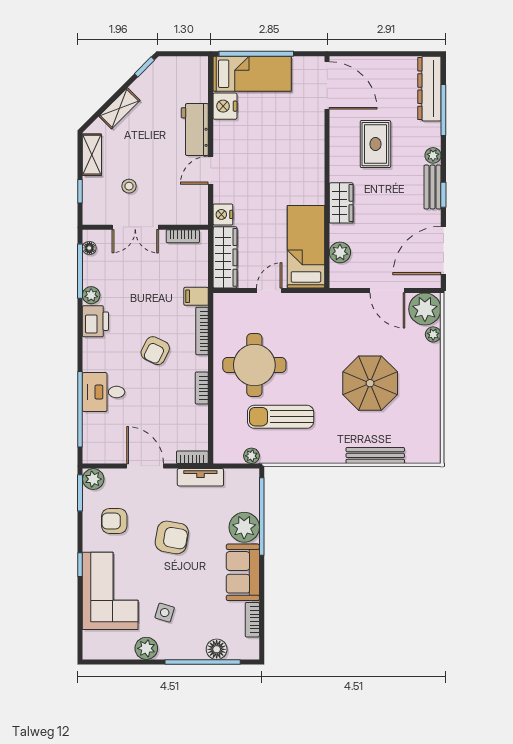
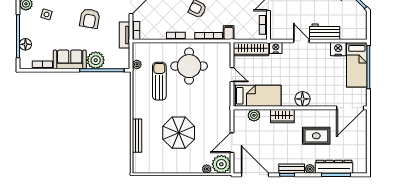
dresser: (429, 89) -> (334, 167), moved
floor lamp: (311, 168) -> (302, 99), added

